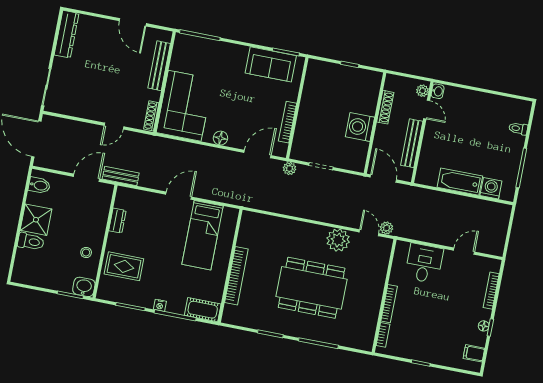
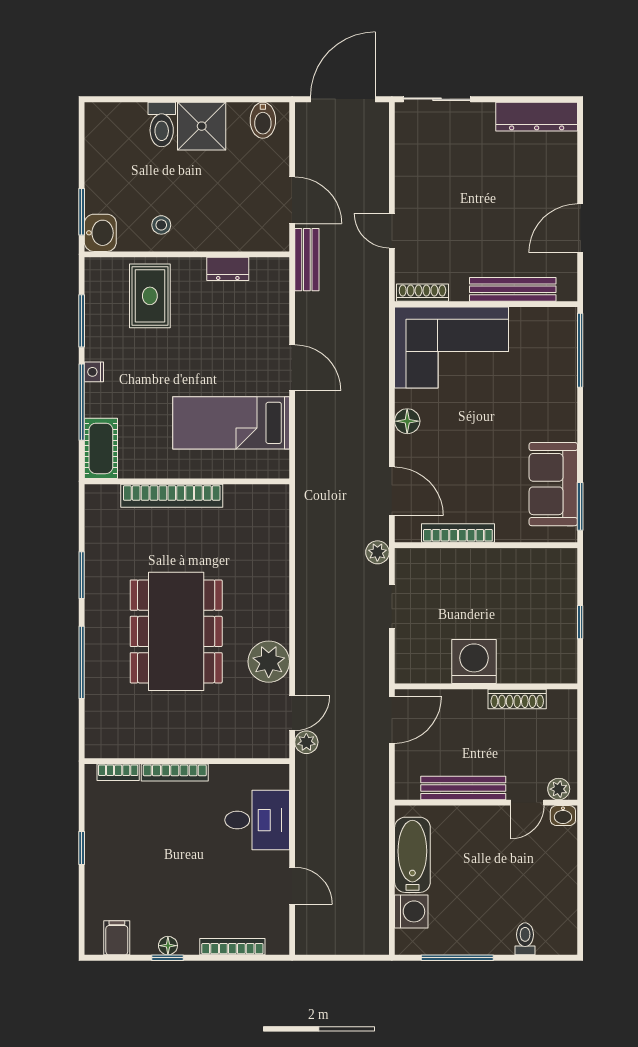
plant: (422, 91) -> (559, 789), moved
washbasin: (438, 91) -> (563, 816), moved
door: (427, 110) -> (527, 803), moved
wall: (422, 132) -> (486, 803), moved
bench: (412, 143) -> (463, 788), moved

